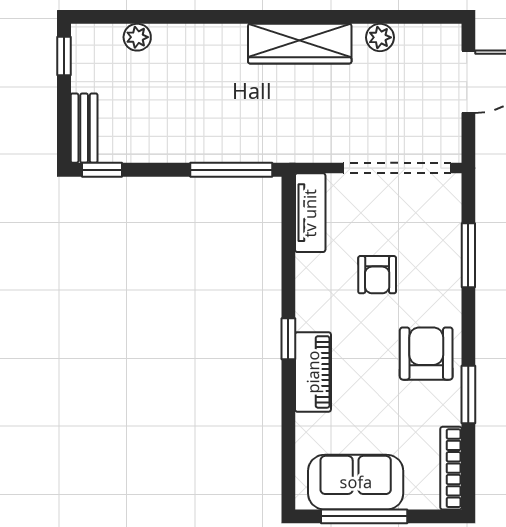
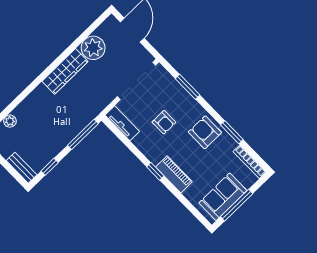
plant: (380, 37) -> (93, 48), width x1.88, depth x1.88
window: (102, 170) -> (50, 167), moved

